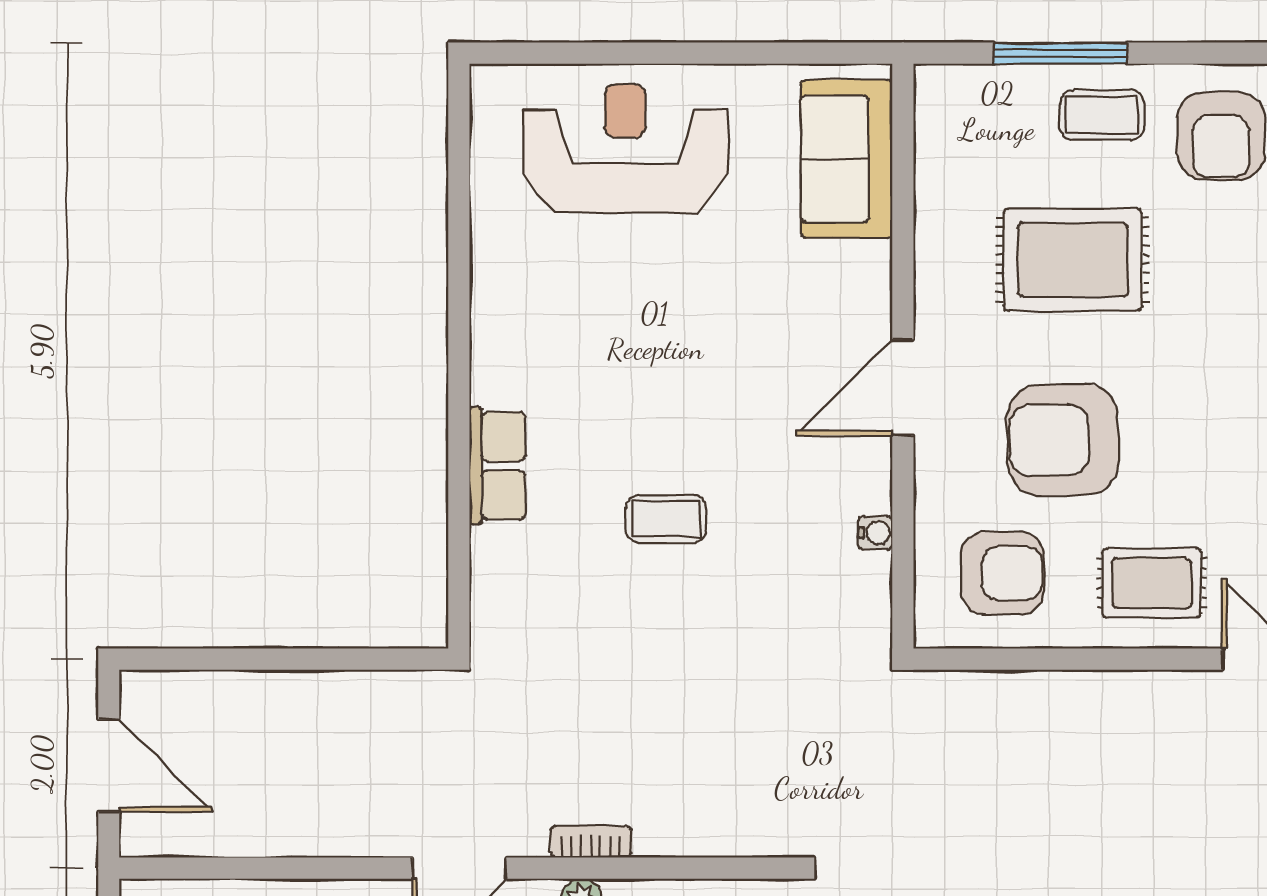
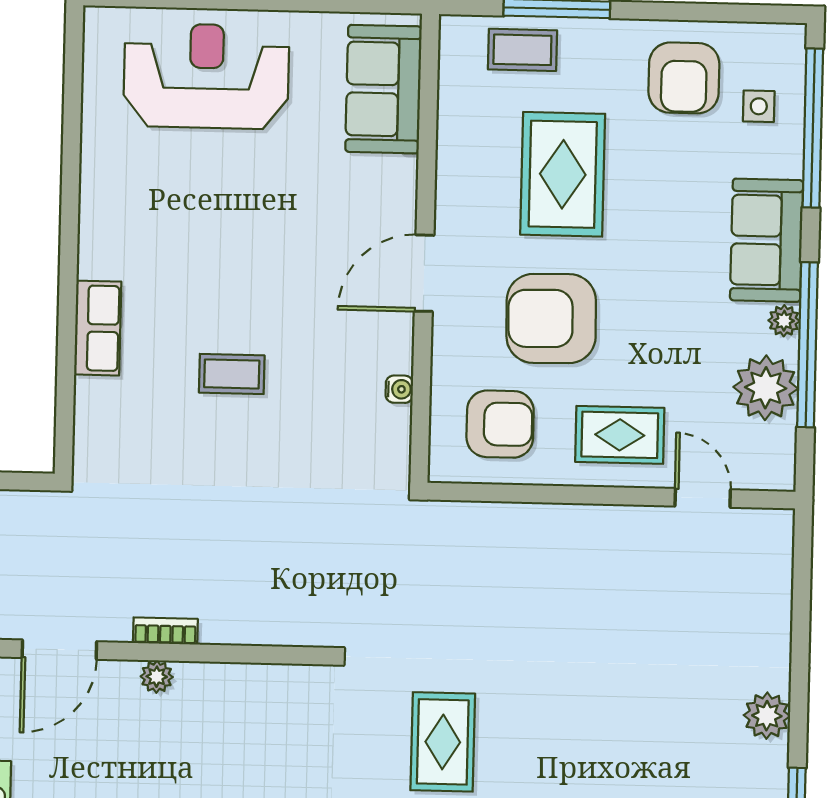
coffee table: (1102, 115) -> (522, 50), moved
rug: (1073, 260) -> (563, 174), turned 90

